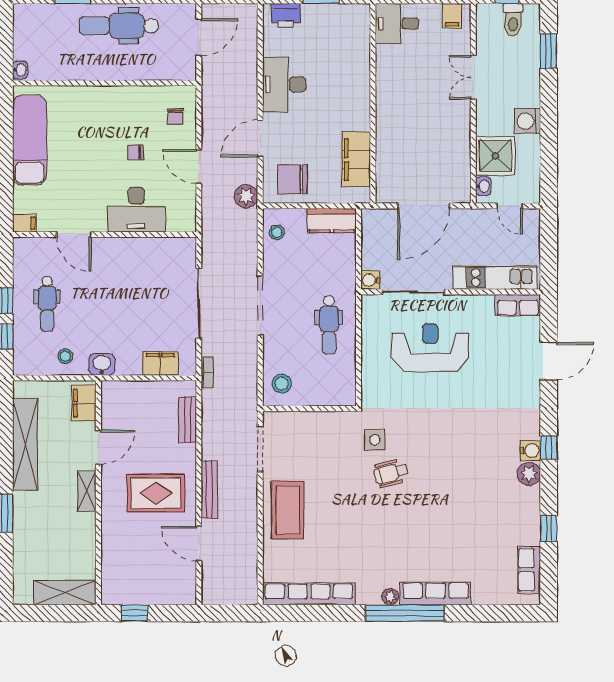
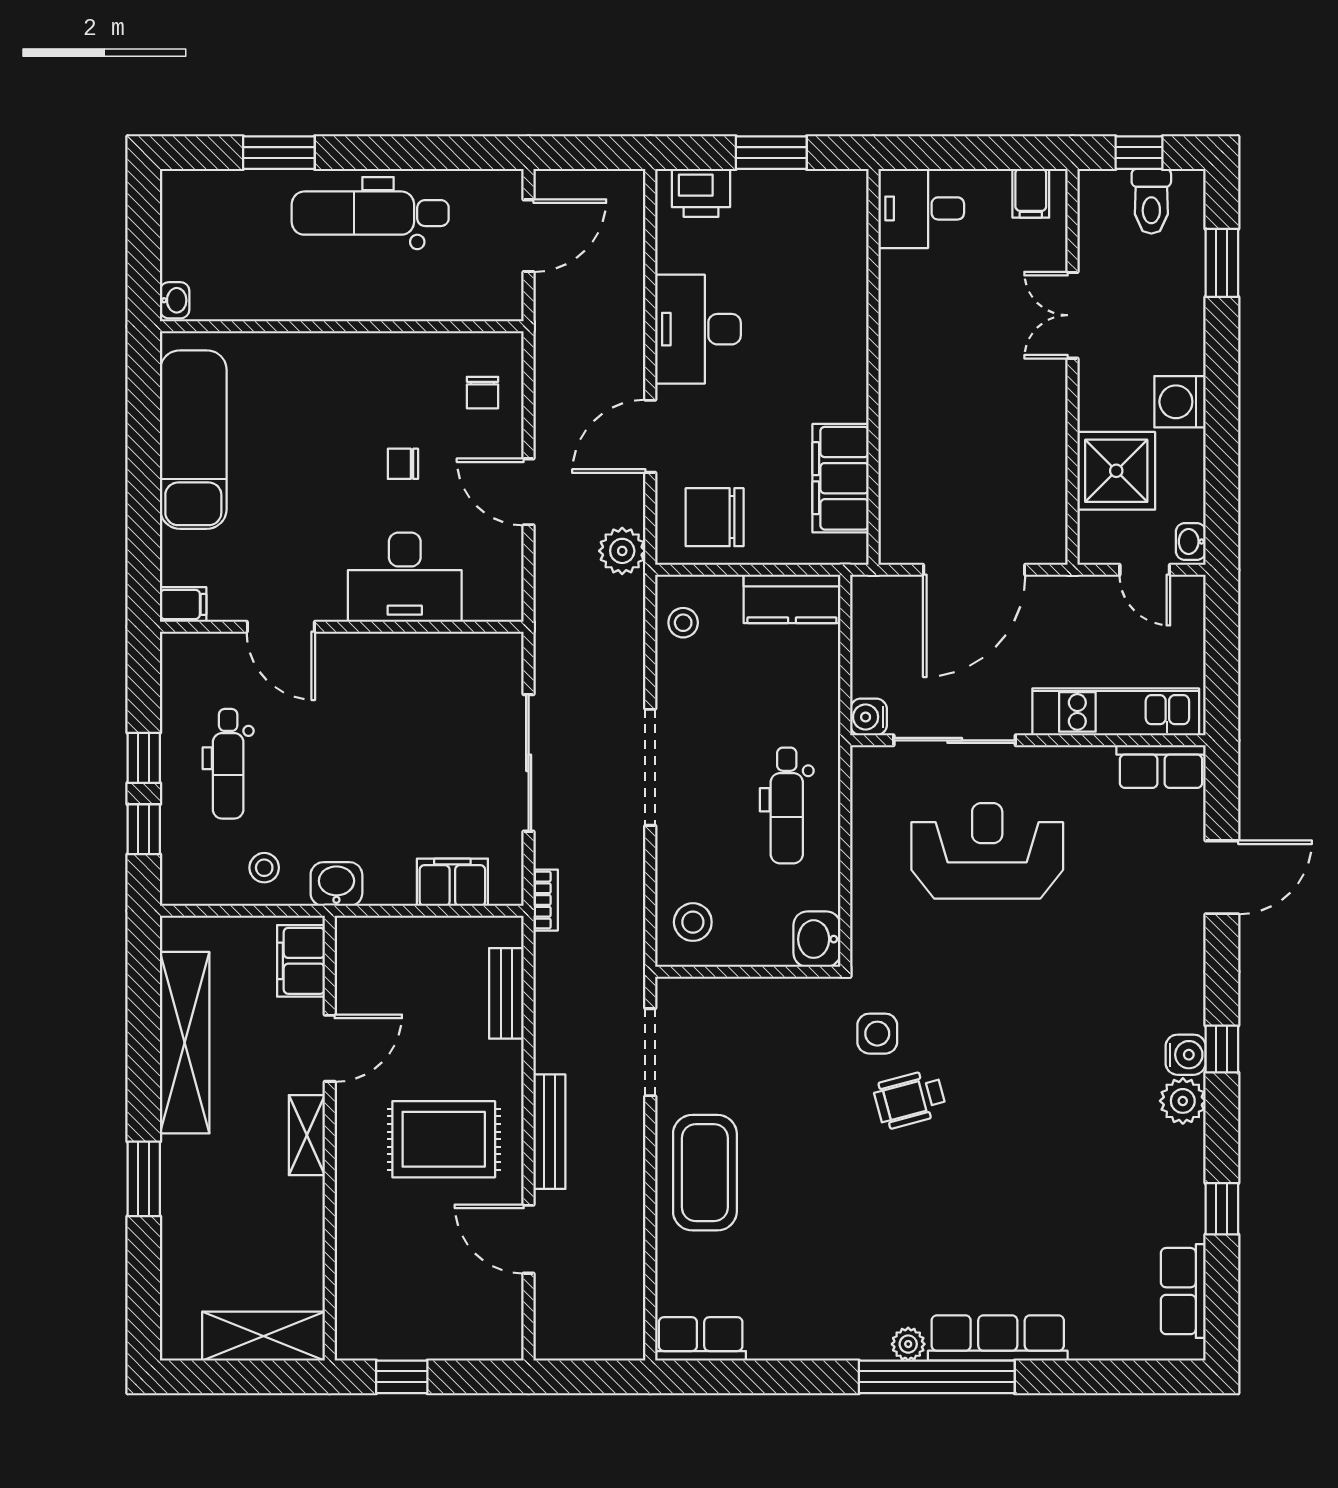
washbasin: (483, 186) -> (1191, 541), moved, turned 180
washbasin: (344, 392) -> (817, 939), added
row of seats: (309, 594) -> (701, 1339), width x0.50

